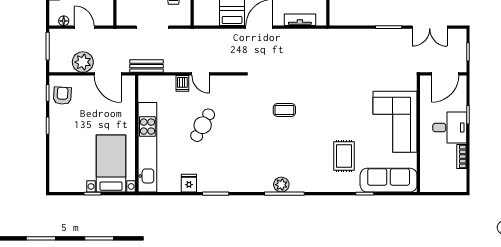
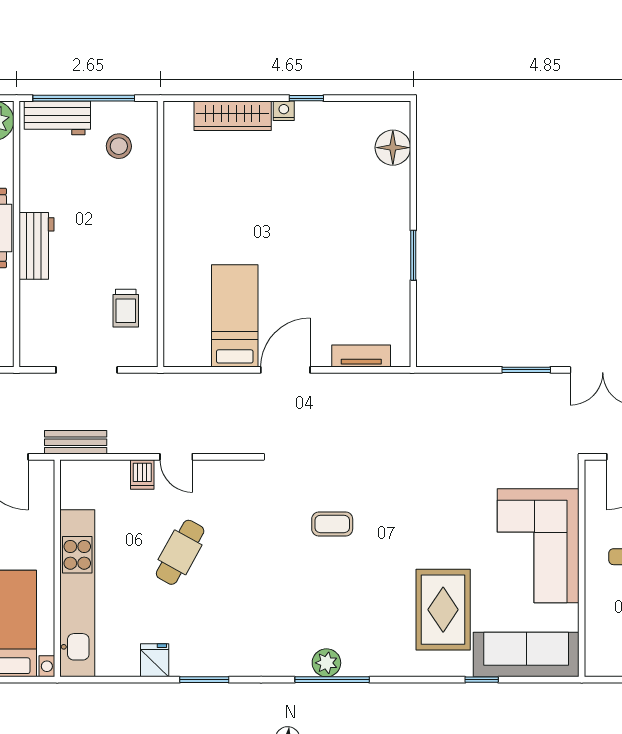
rug: (344, 156) -> (443, 610), width x1.36, depth x1.43

